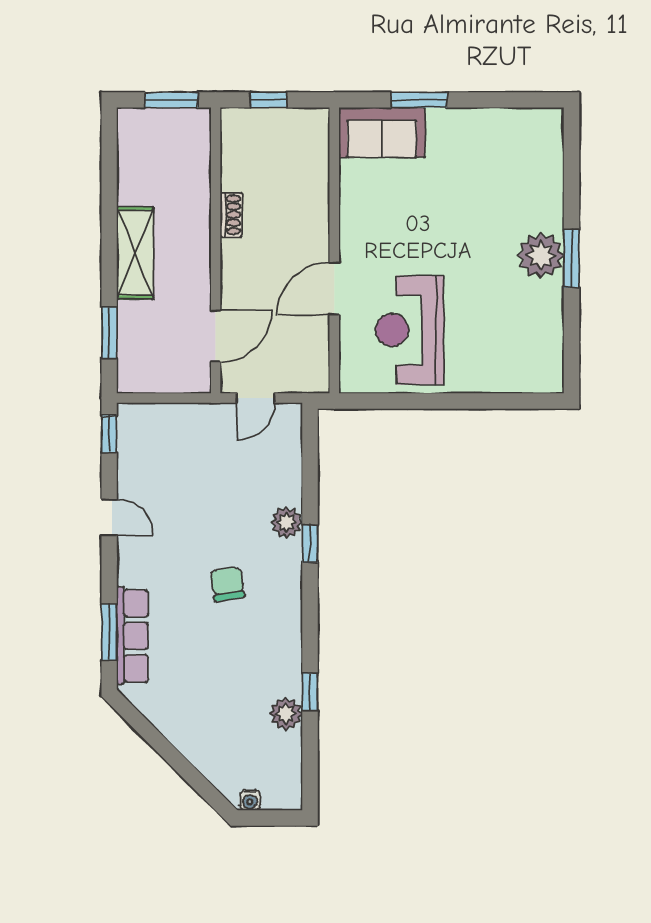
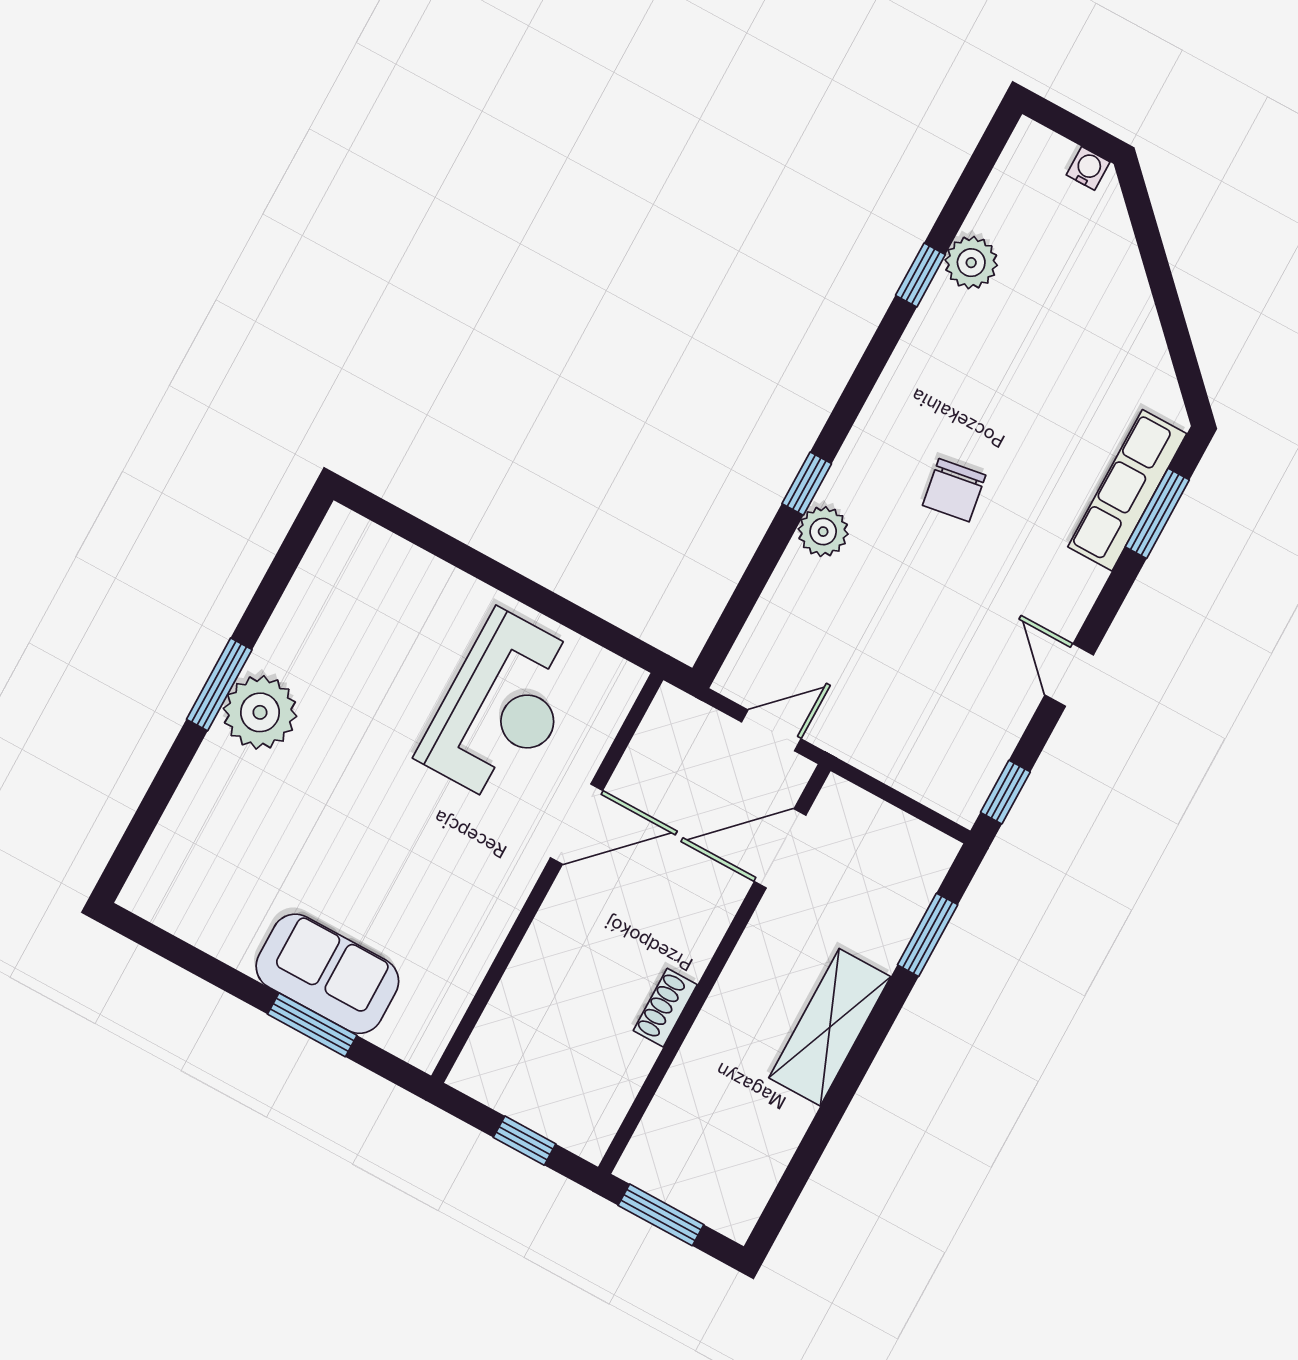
sofa: (382, 132) -> (327, 974), moved

